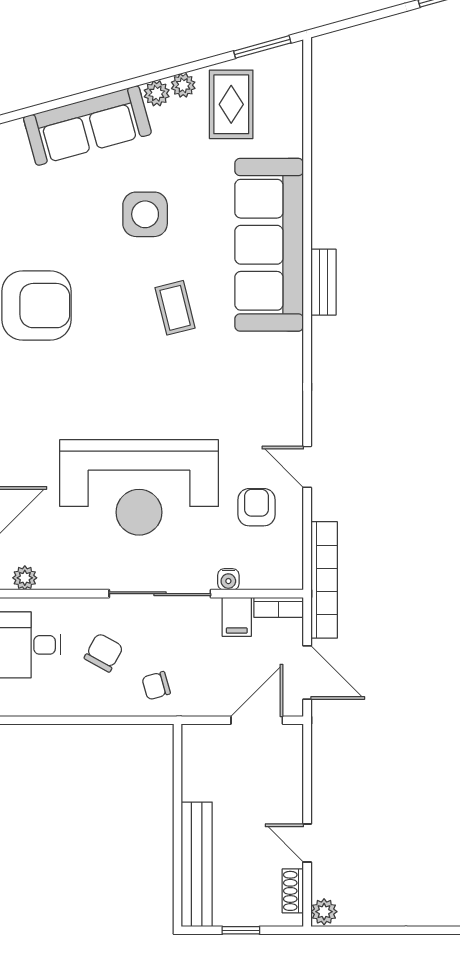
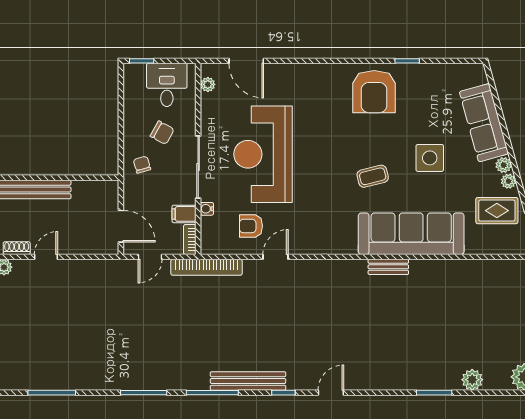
armchair: (256, 507) -> (251, 226), turned 180
door: (307, 672) -> (150, 257), width x0.73

